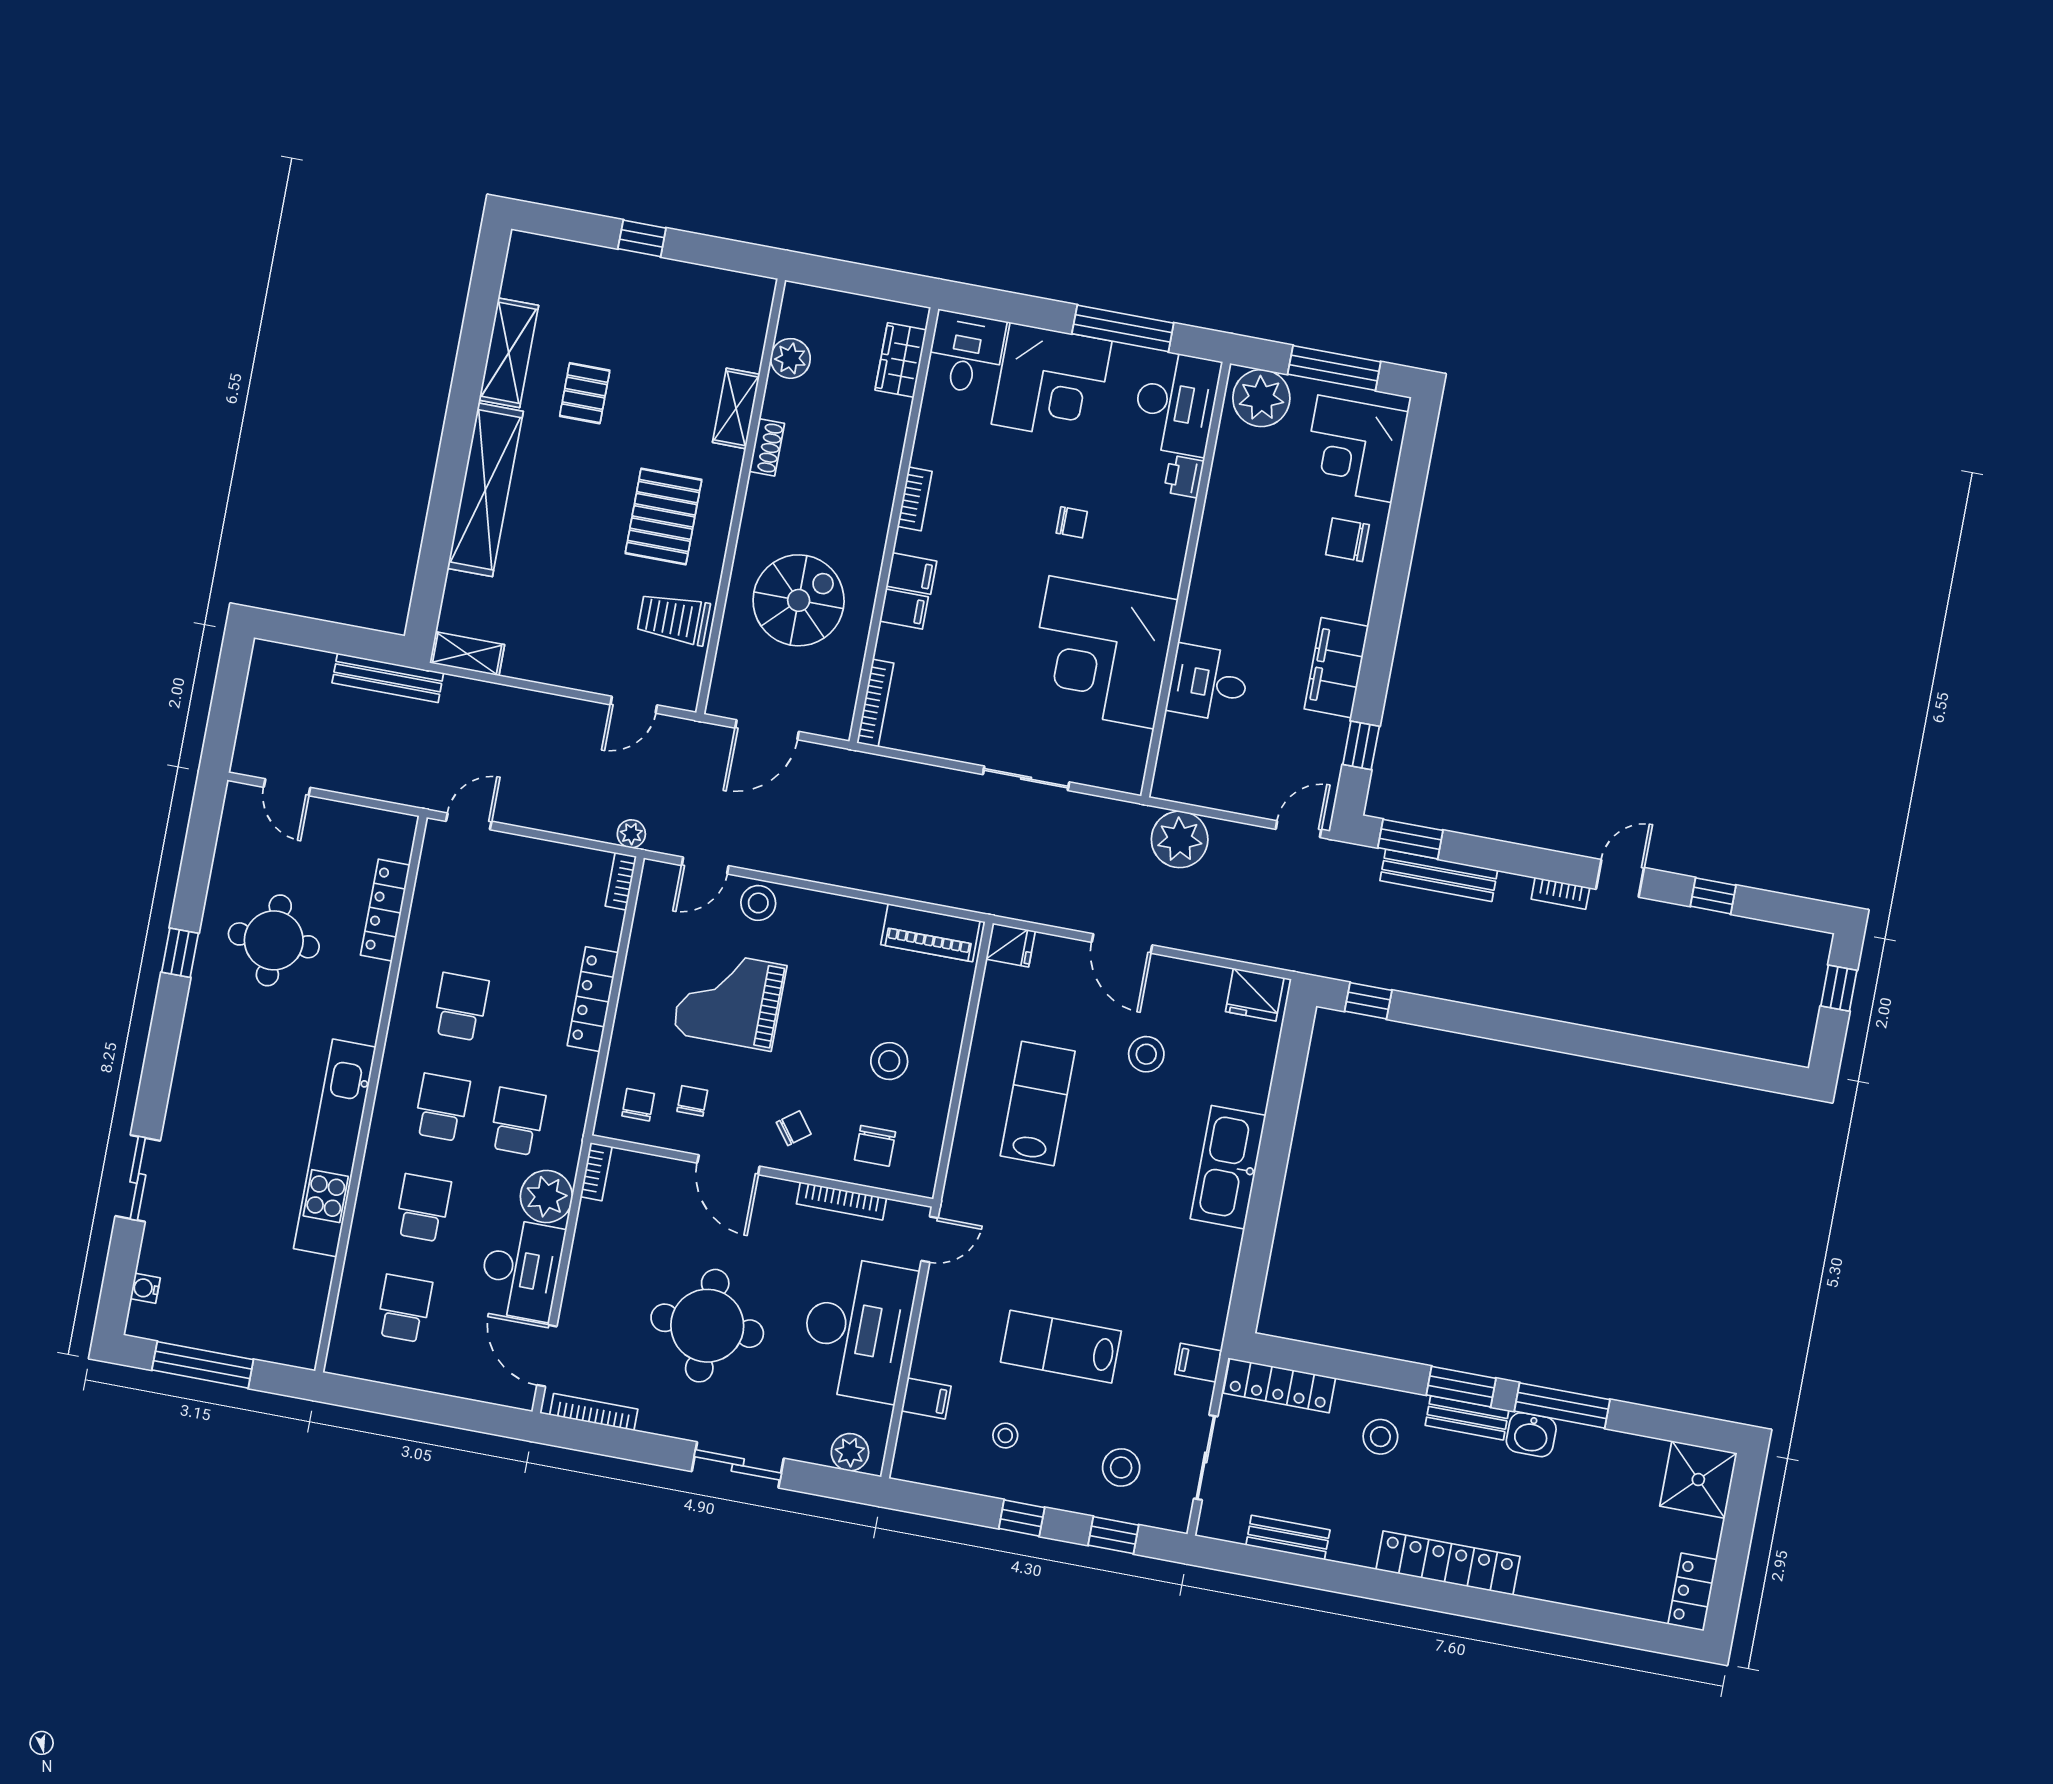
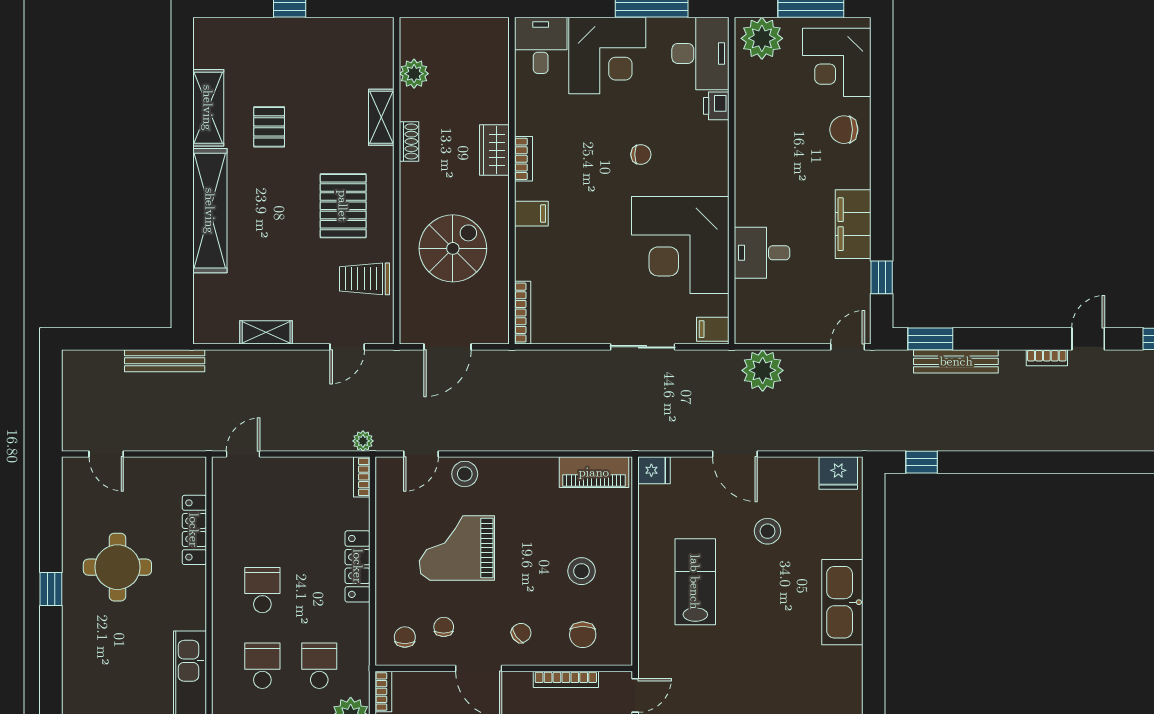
wardrobe: (901, 360) -> (494, 150), moved
filing cabinet: (904, 609) -> (713, 329), moved, turned 180
shelving: (467, 654) -> (266, 332), moved

